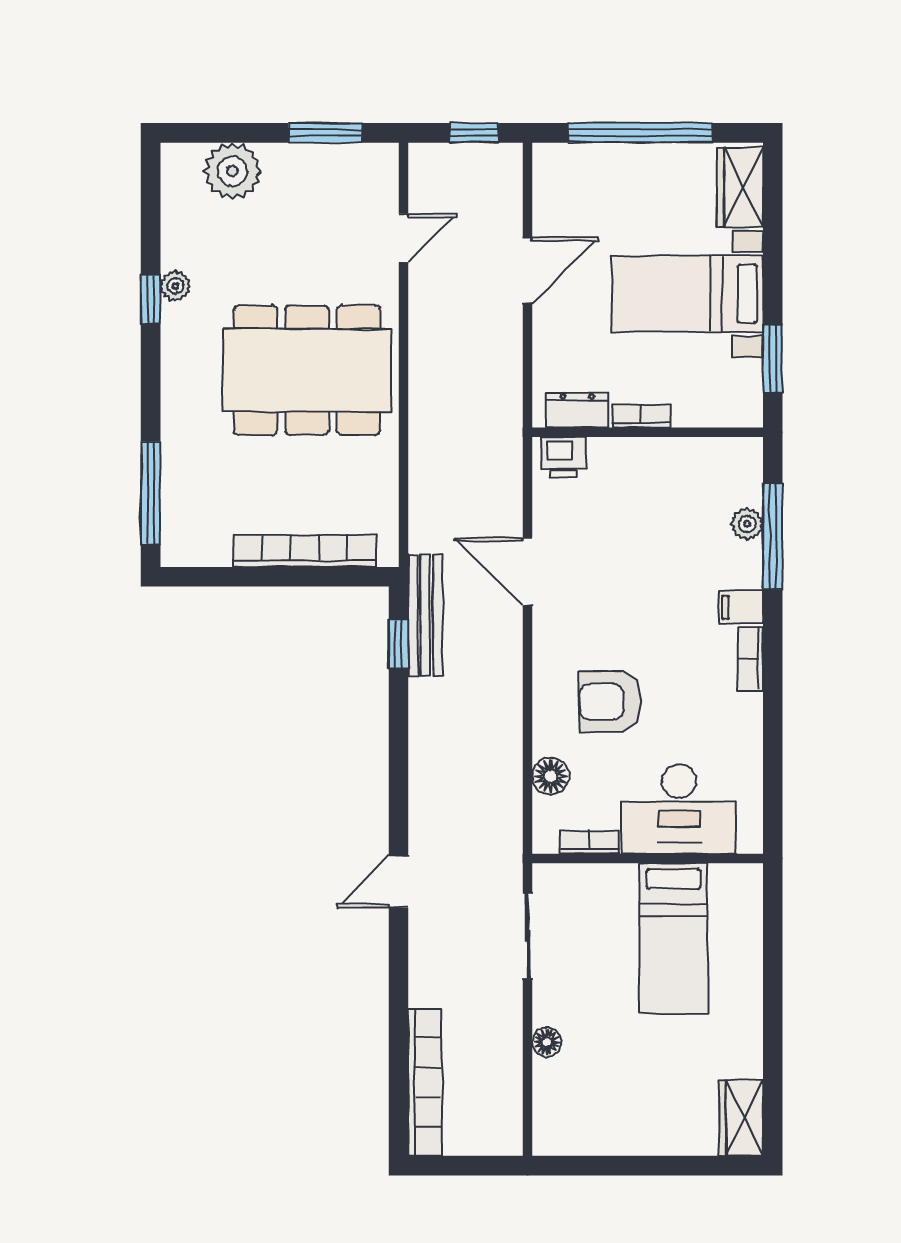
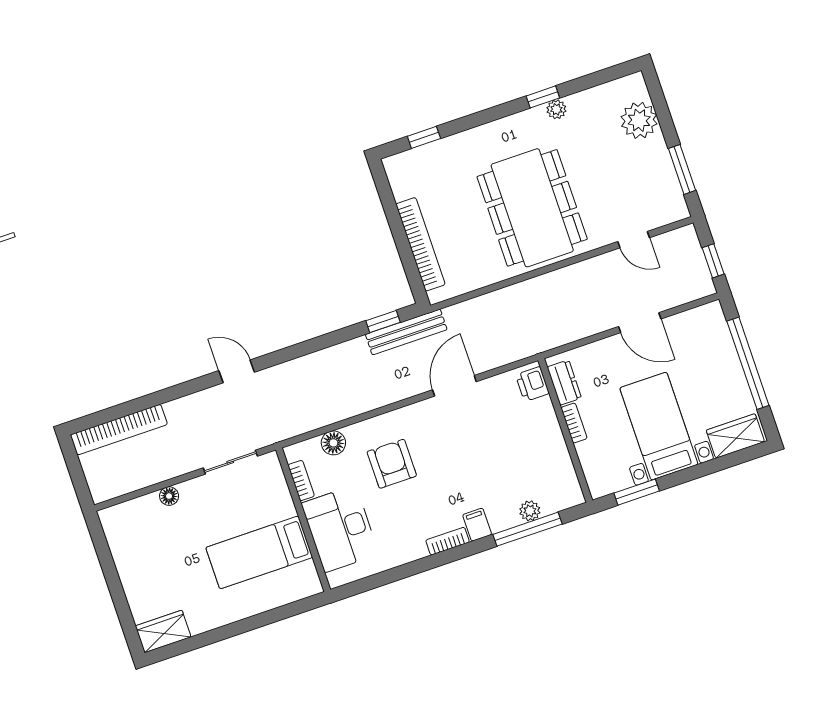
window: (151, 493) -> (424, 137), width x0.46

